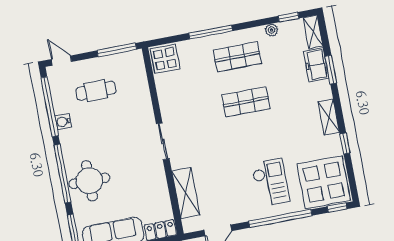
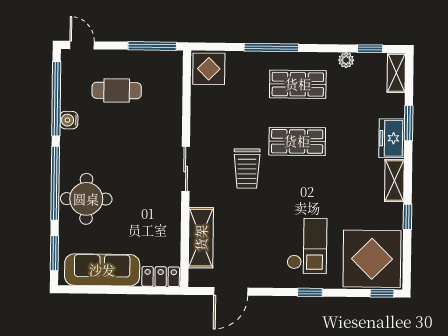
freezer: (316, 65) -> (392, 138), moved
trolley: (211, 131) -> (247, 168), added
window: (280, 219) -> (310, 292), width x0.32

